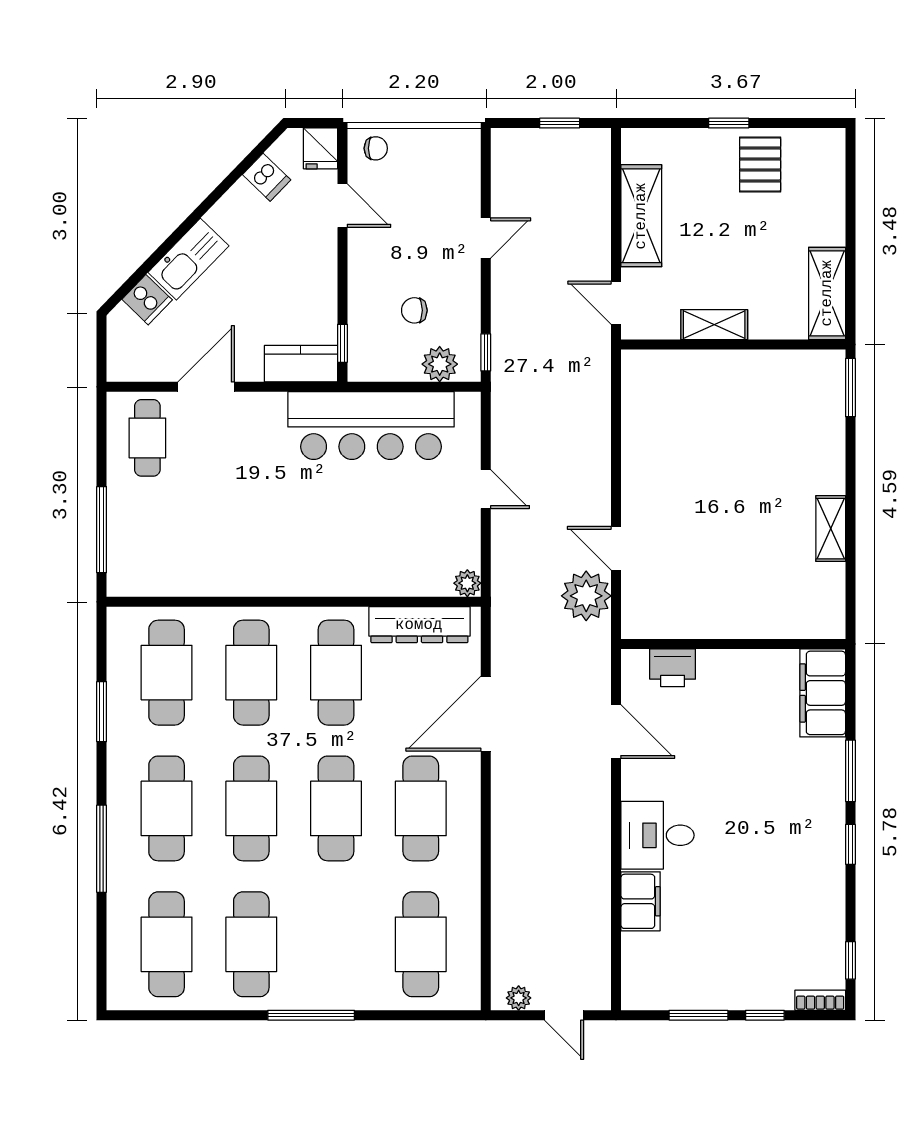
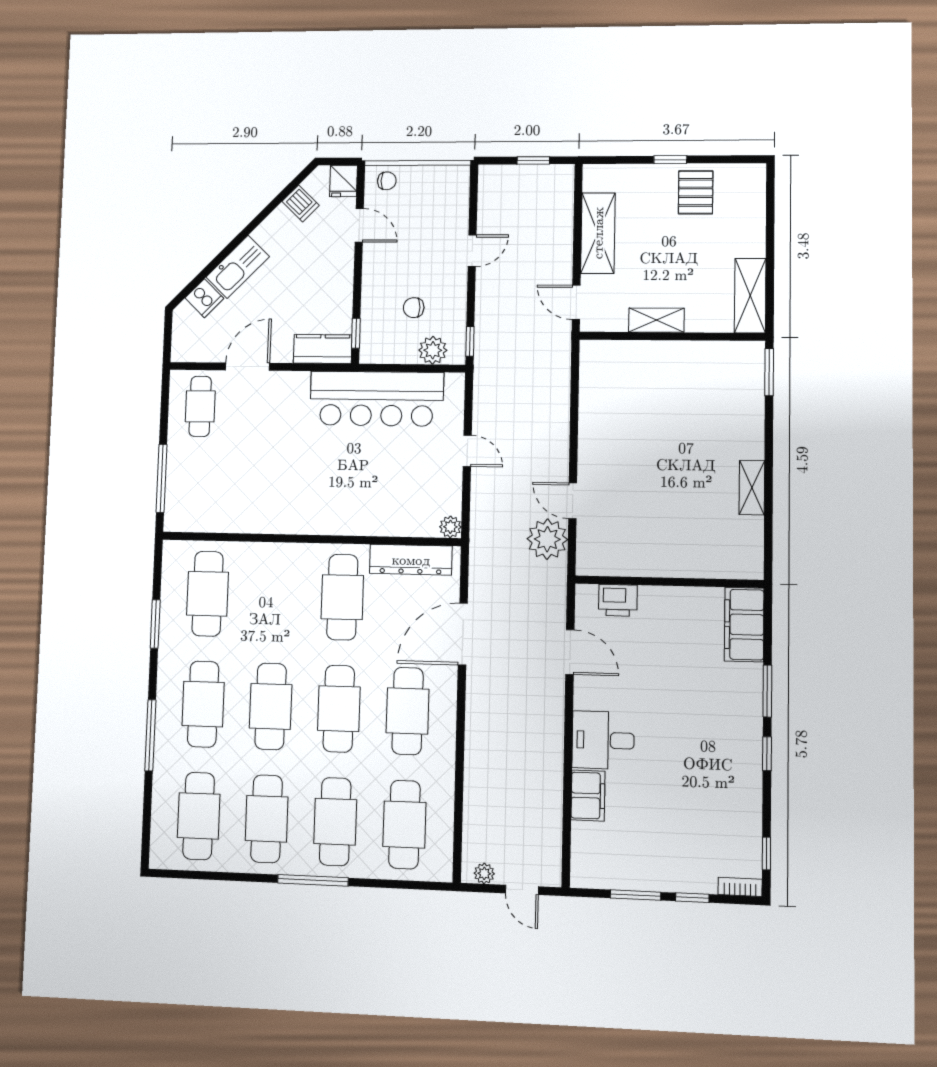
cafe table: (251, 673) -> (335, 822), moved

